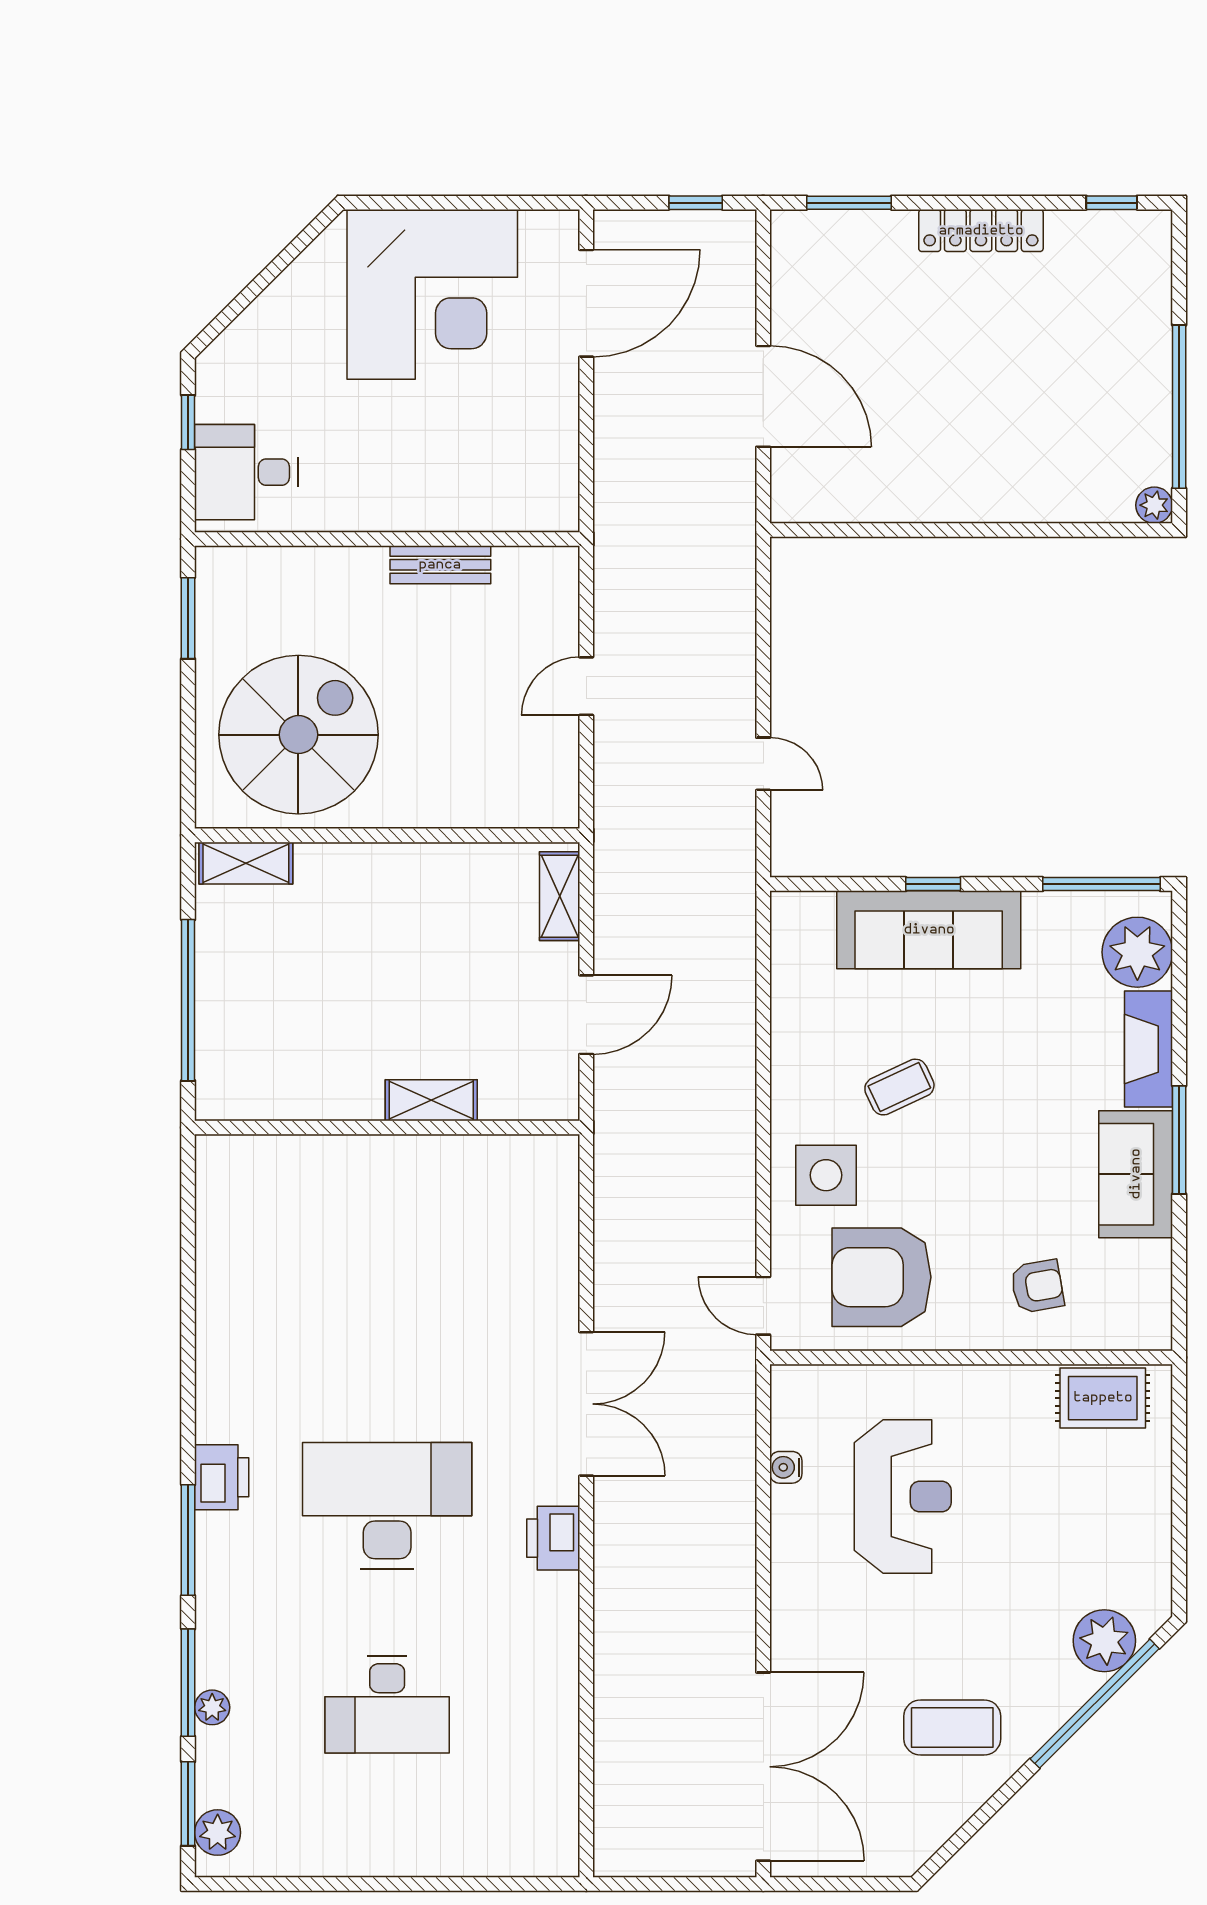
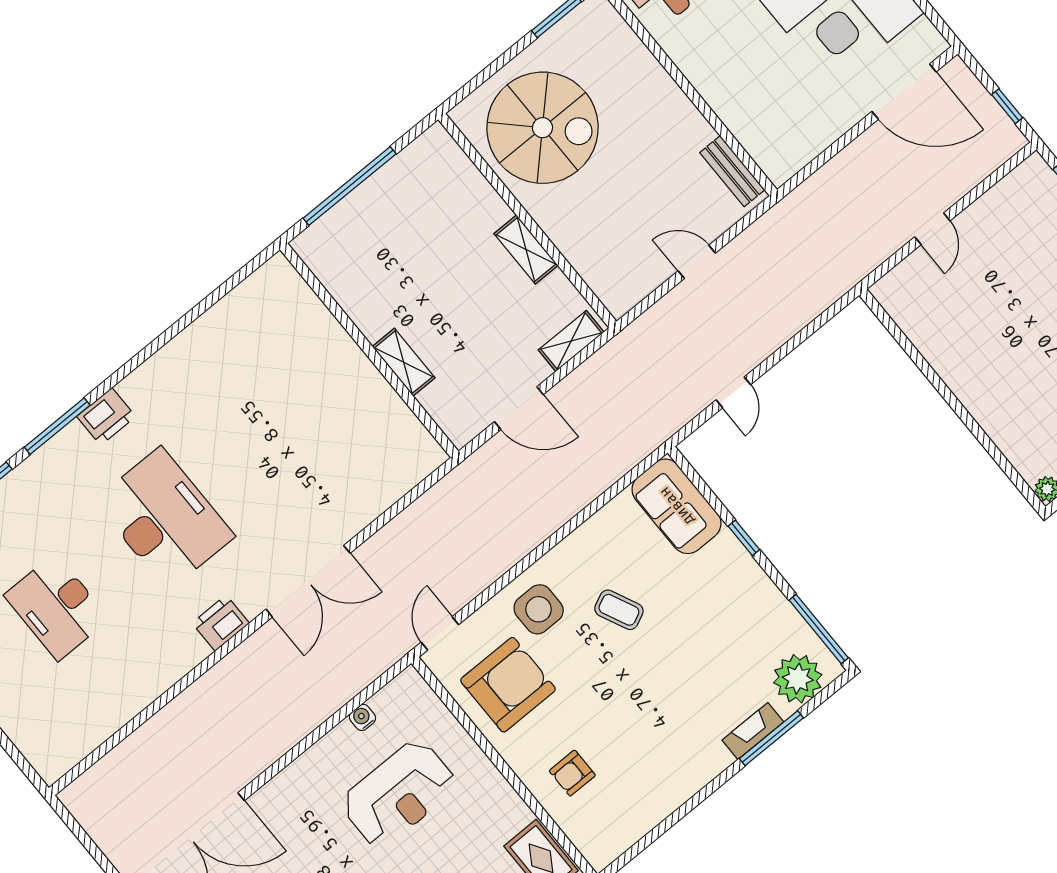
door: (763, 396) -> (932, 229), width x0.53
bench: (440, 565) -> (732, 171), moved
shelving: (246, 863) -> (526, 249), moved
sofa: (929, 930) -> (677, 506), moved, width x0.73
fireplace: (1149, 1049) -> (753, 731), width x0.73, depth x0.76
window: (1179, 1140) -> (771, 738), moved
sofa: (1136, 1174) -> (677, 777), removed
armchair: (881, 1277) -> (508, 685), turned 90
armchair: (1037, 1286) -> (572, 773), turned 100

